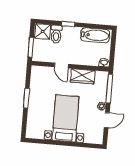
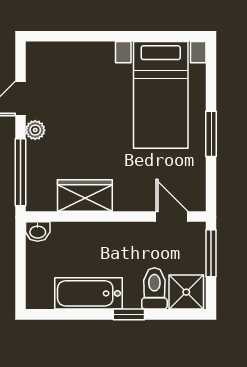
bathtub: (95, 35) -> (89, 293), moved
door: (61, 66) -> (172, 217), moved
bed with nightstands: (66, 118) -> (161, 95), moved

